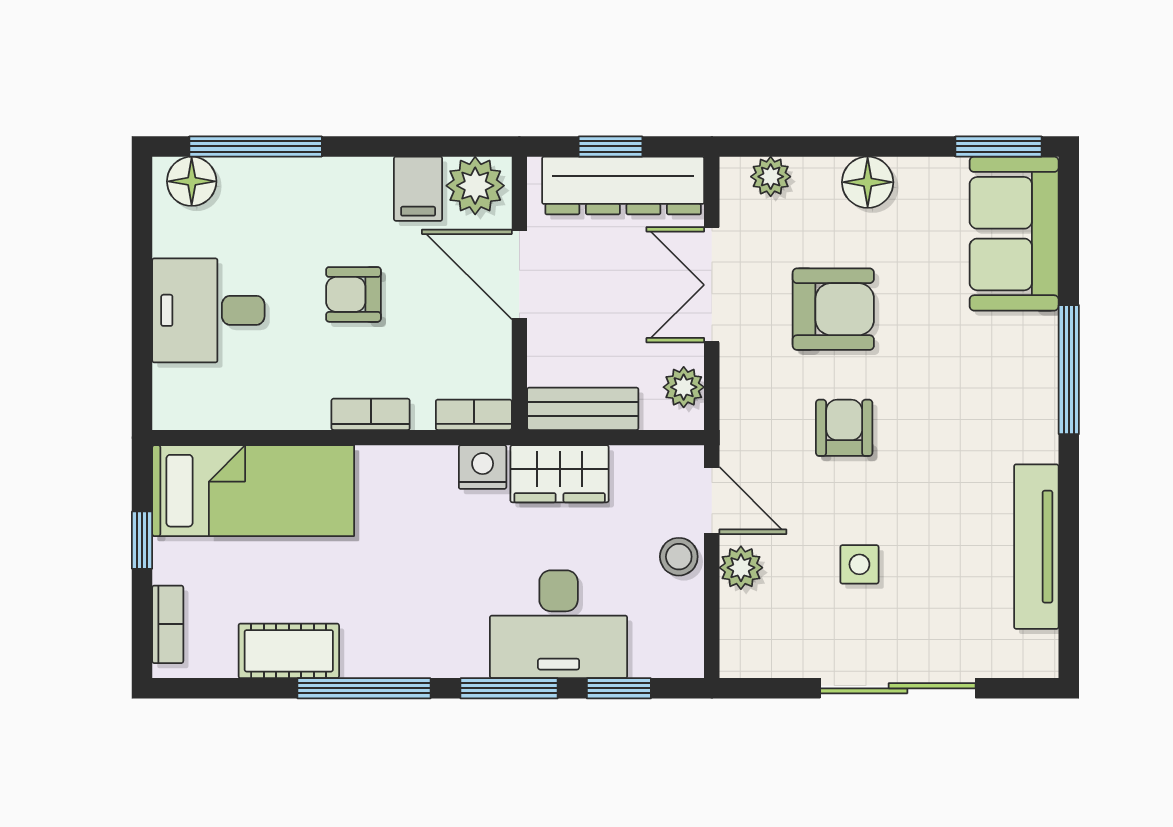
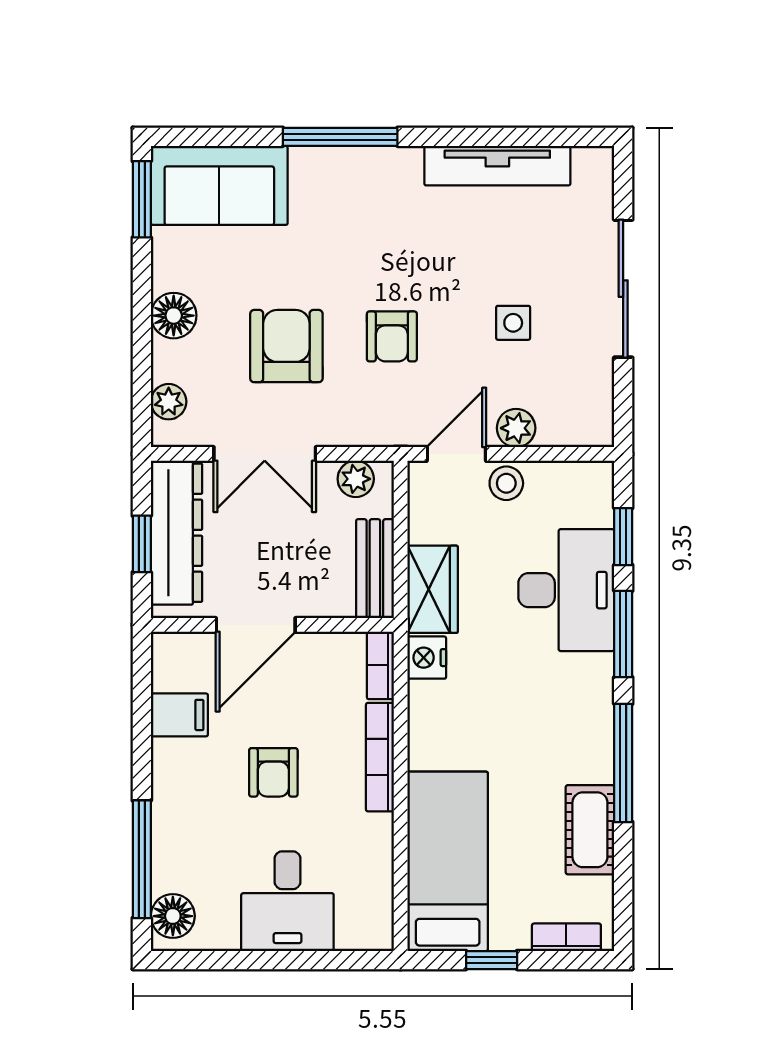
plant: (475, 186) -> (177, 664), removed
bookcase: (371, 414) -> (380, 757), width x1.56
armchair: (844, 428) -> (392, 336), turned -90

